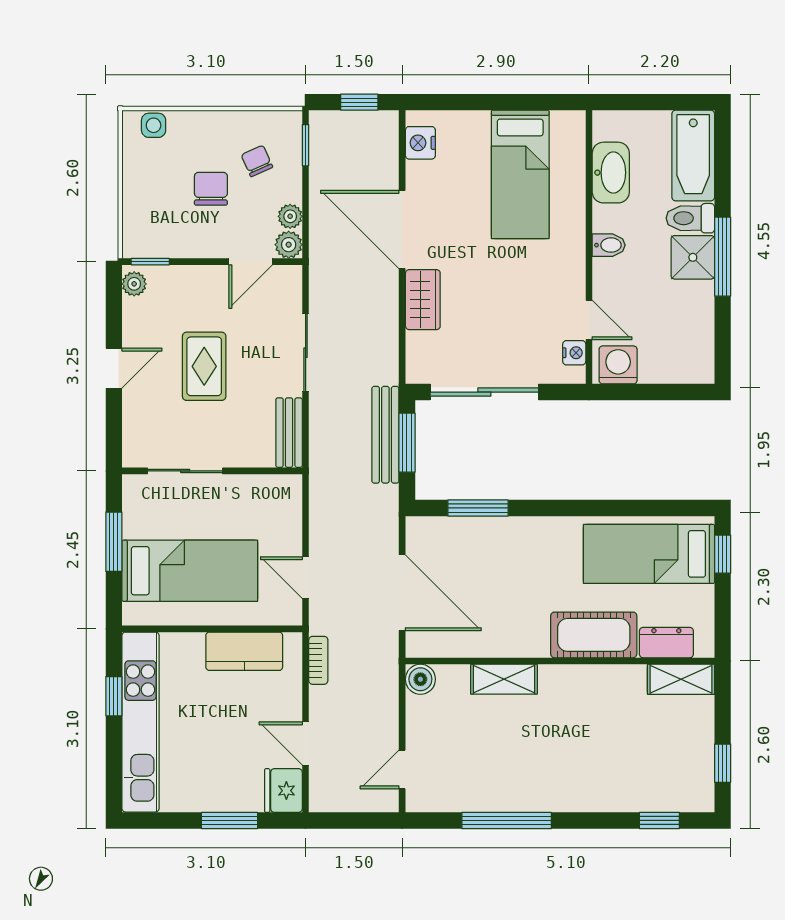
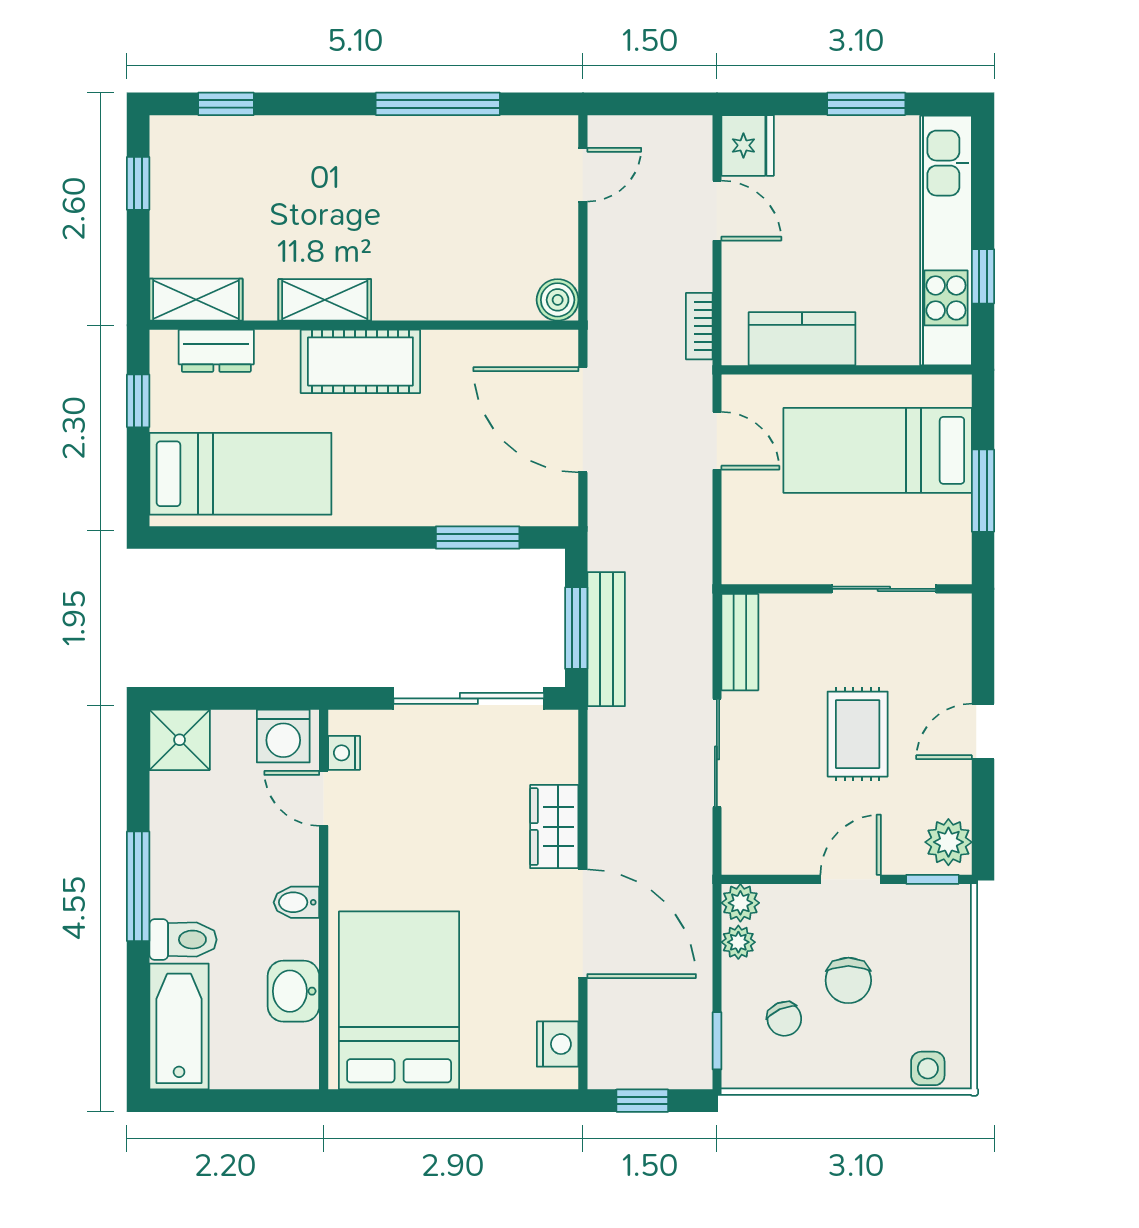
washbasin: (611, 173) -> (293, 991), width x0.72
bed: (520, 174) -> (399, 1000), width x1.50
shower: (693, 257) -> (180, 740), moved
door: (251, 262) -> (851, 879), moved
plant: (134, 284) -> (948, 842), width x1.38, depth x1.38
window: (723, 554) -> (138, 401), moved
cot: (594, 635) -> (360, 361), moved
shelving: (504, 679) -> (325, 300), moved
window: (230, 820) -> (866, 104), moved

